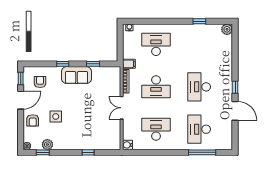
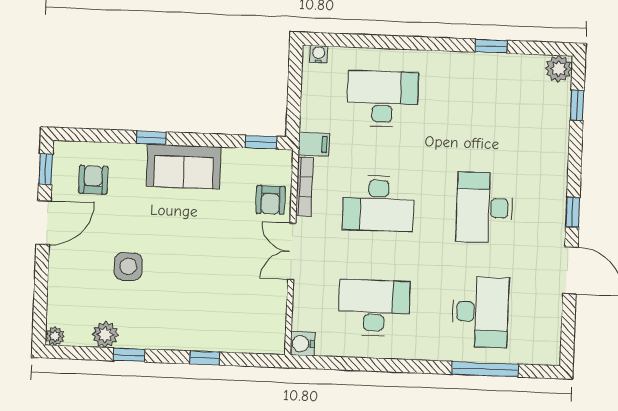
window: (235, 44) -> (577, 105), added
window: (93, 64) -> (261, 142), moved
armchair: (33, 120) -> (271, 200), moved
desk: (199, 129) -> (480, 312), turned 180
window: (43, 152) -> (129, 355), moved

